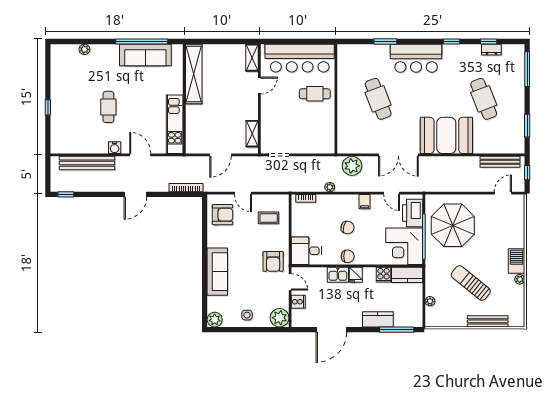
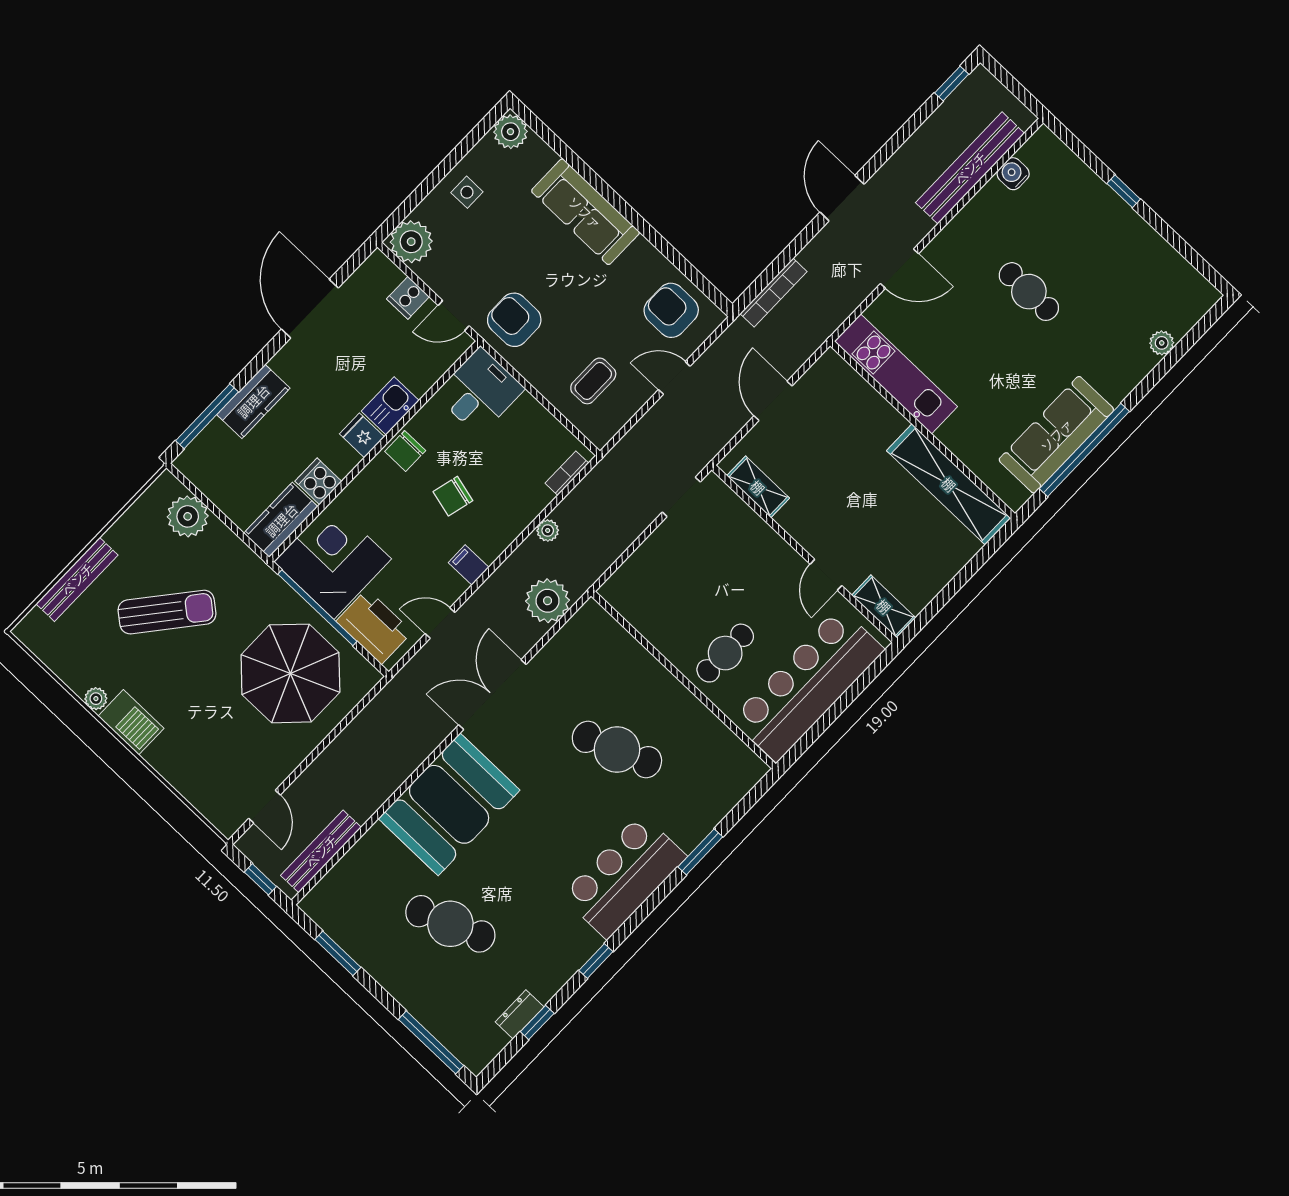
water cooler: (115, 148) -> (1013, 174), moved
armchair: (223, 215) -> (671, 310), turned 90
plant: (430, 301) -> (188, 516), width x1.87, depth x1.87

